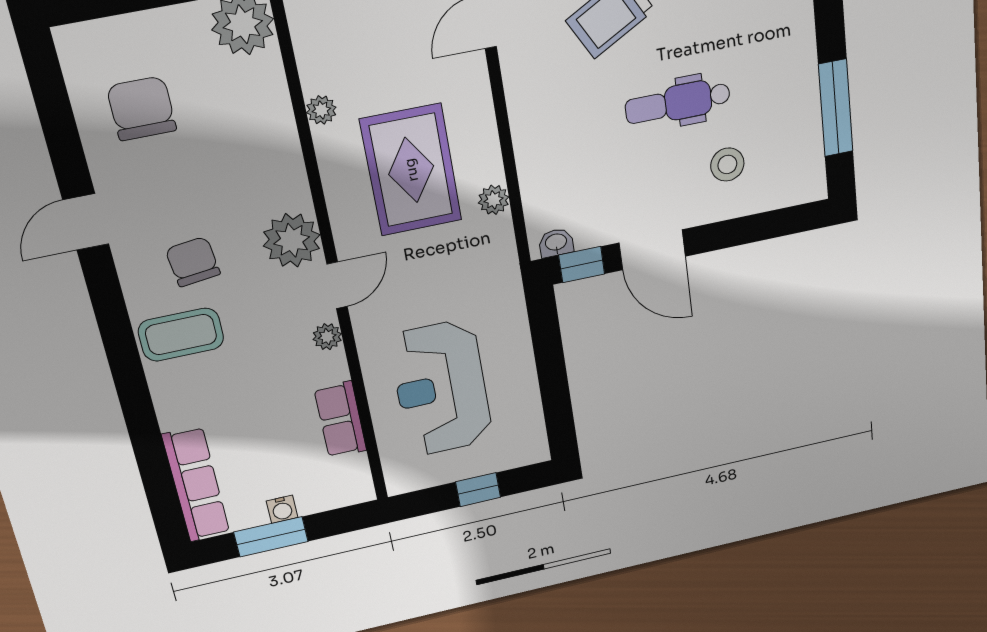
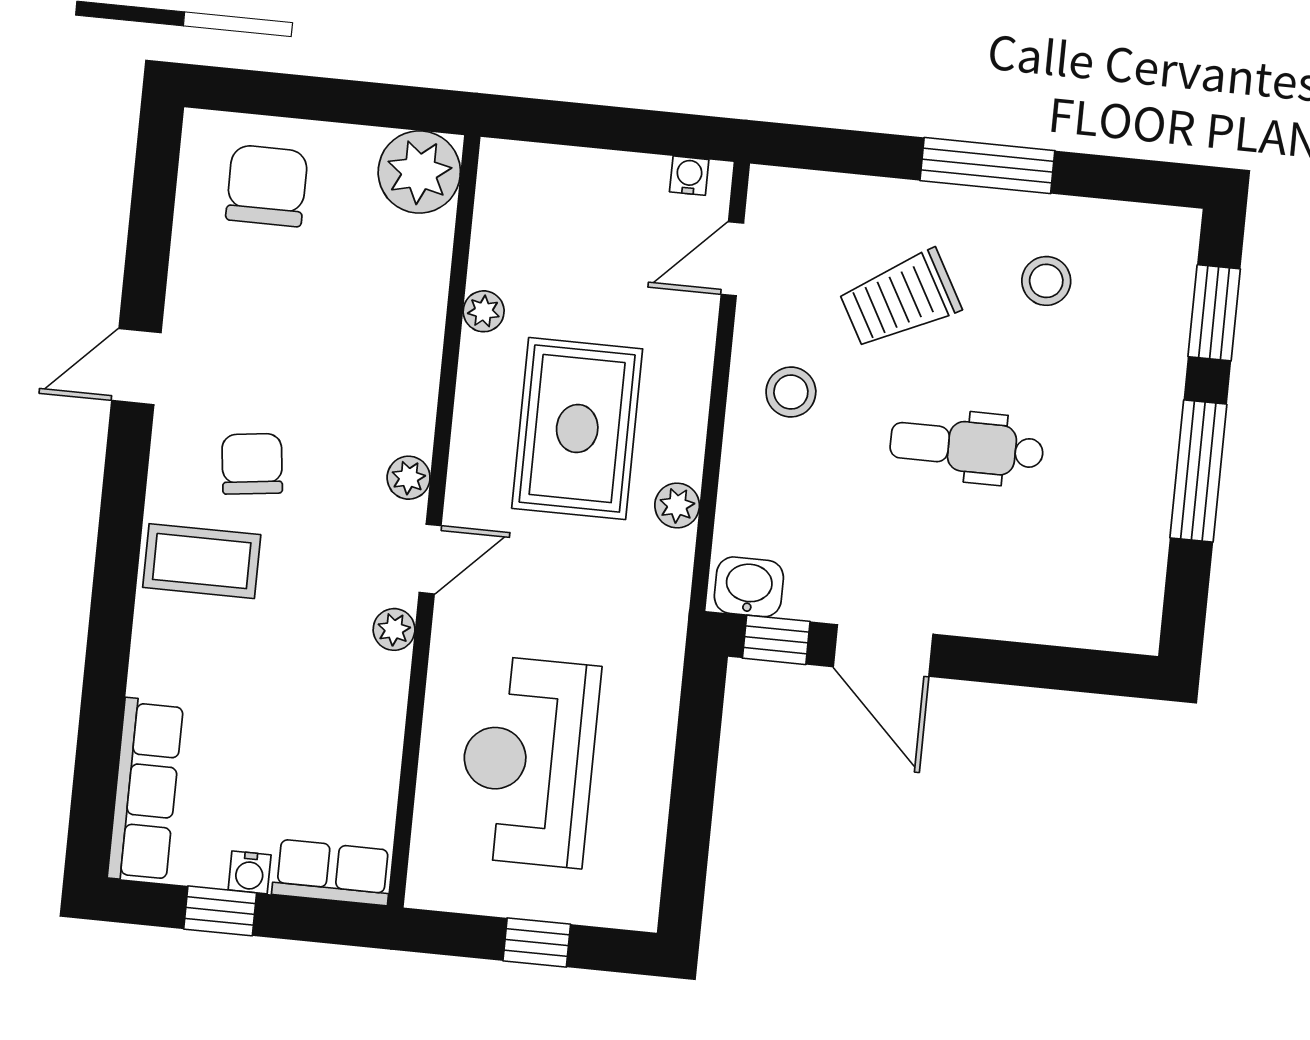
chair: (142, 108) -> (267, 186), moved
window: (836, 108) -> (1198, 471), moved
stool: (727, 164) -> (791, 392), moved
plant: (292, 240) -> (409, 478), width x0.53, depth x0.53
washbasin: (556, 243) -> (749, 587), width x1.38, depth x1.45
row of seats: (340, 420) -> (332, 872), moved, turned 90
window: (271, 537) -> (220, 911), width x0.67

